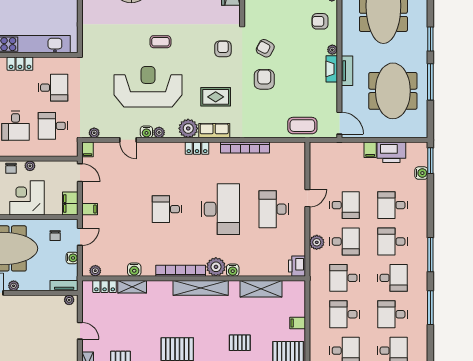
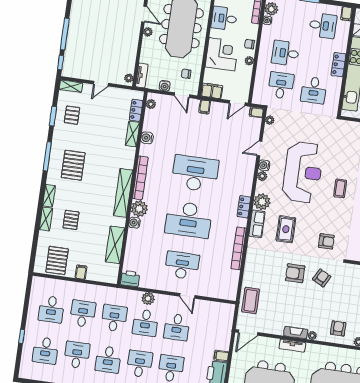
armchair: (264, 79) -> (295, 273), turned 180
desk: (167, 209) -> (195, 174), width x1.87, depth x1.30

